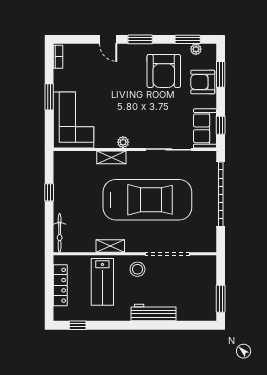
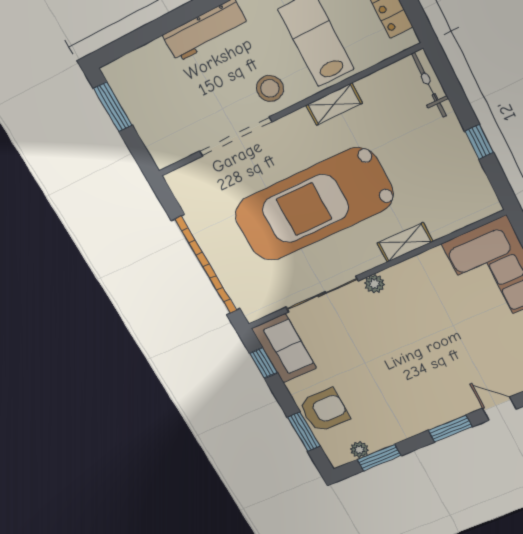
armchair: (164, 71) -> (391, 401), removed
plant: (123, 142) -> (374, 284), moved

